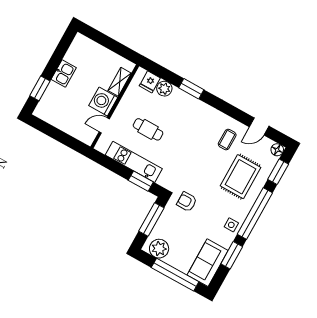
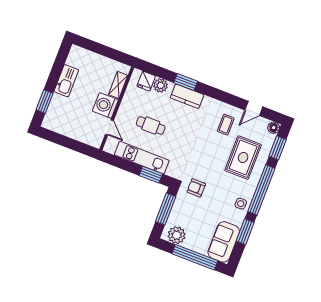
kitchen sink: (64, 73) -> (66, 81), width x1.38
kitchen counter: (191, 104) -> (187, 96), added
door: (104, 125) -> (109, 127), swing flipped

